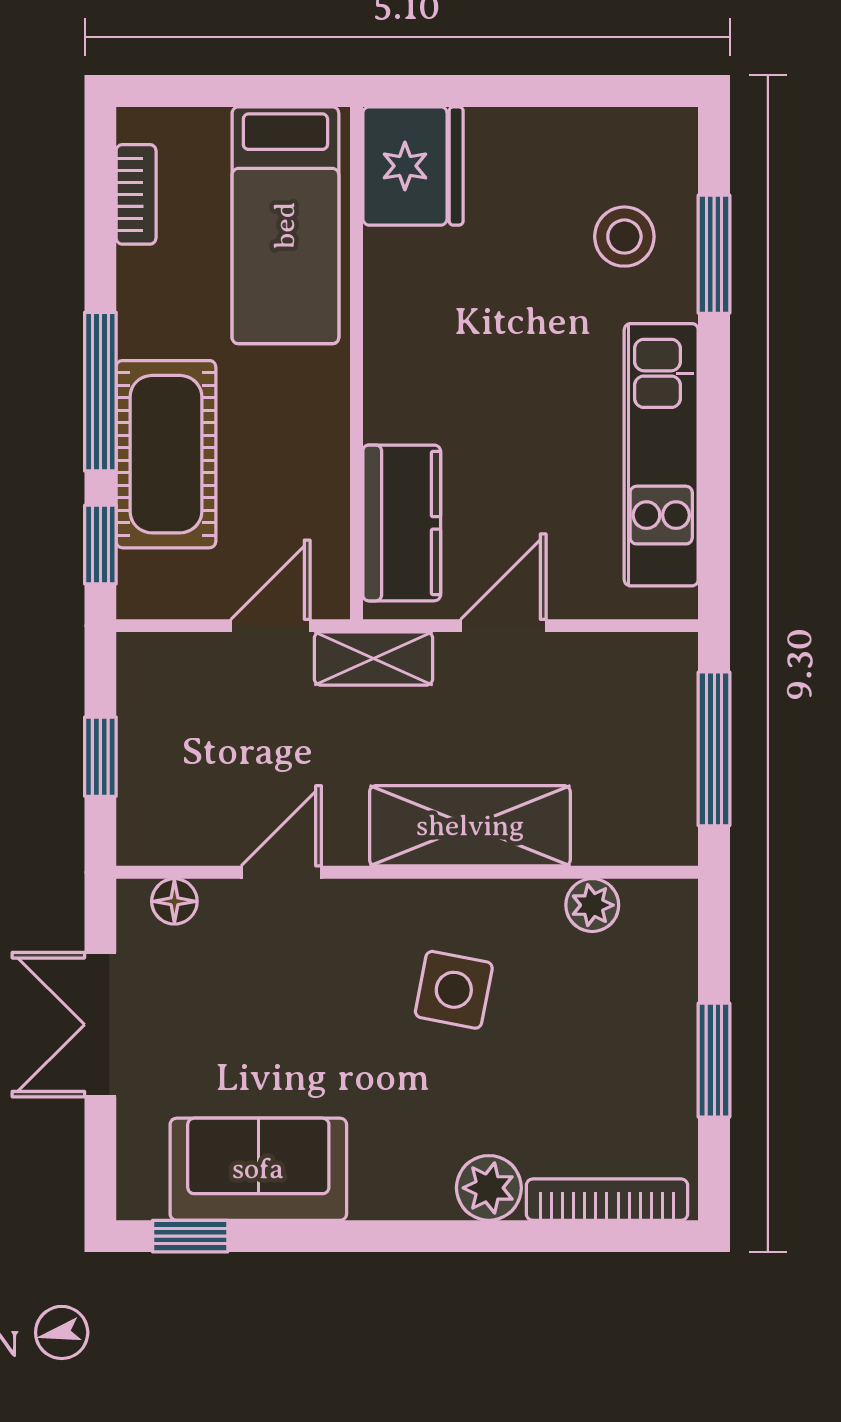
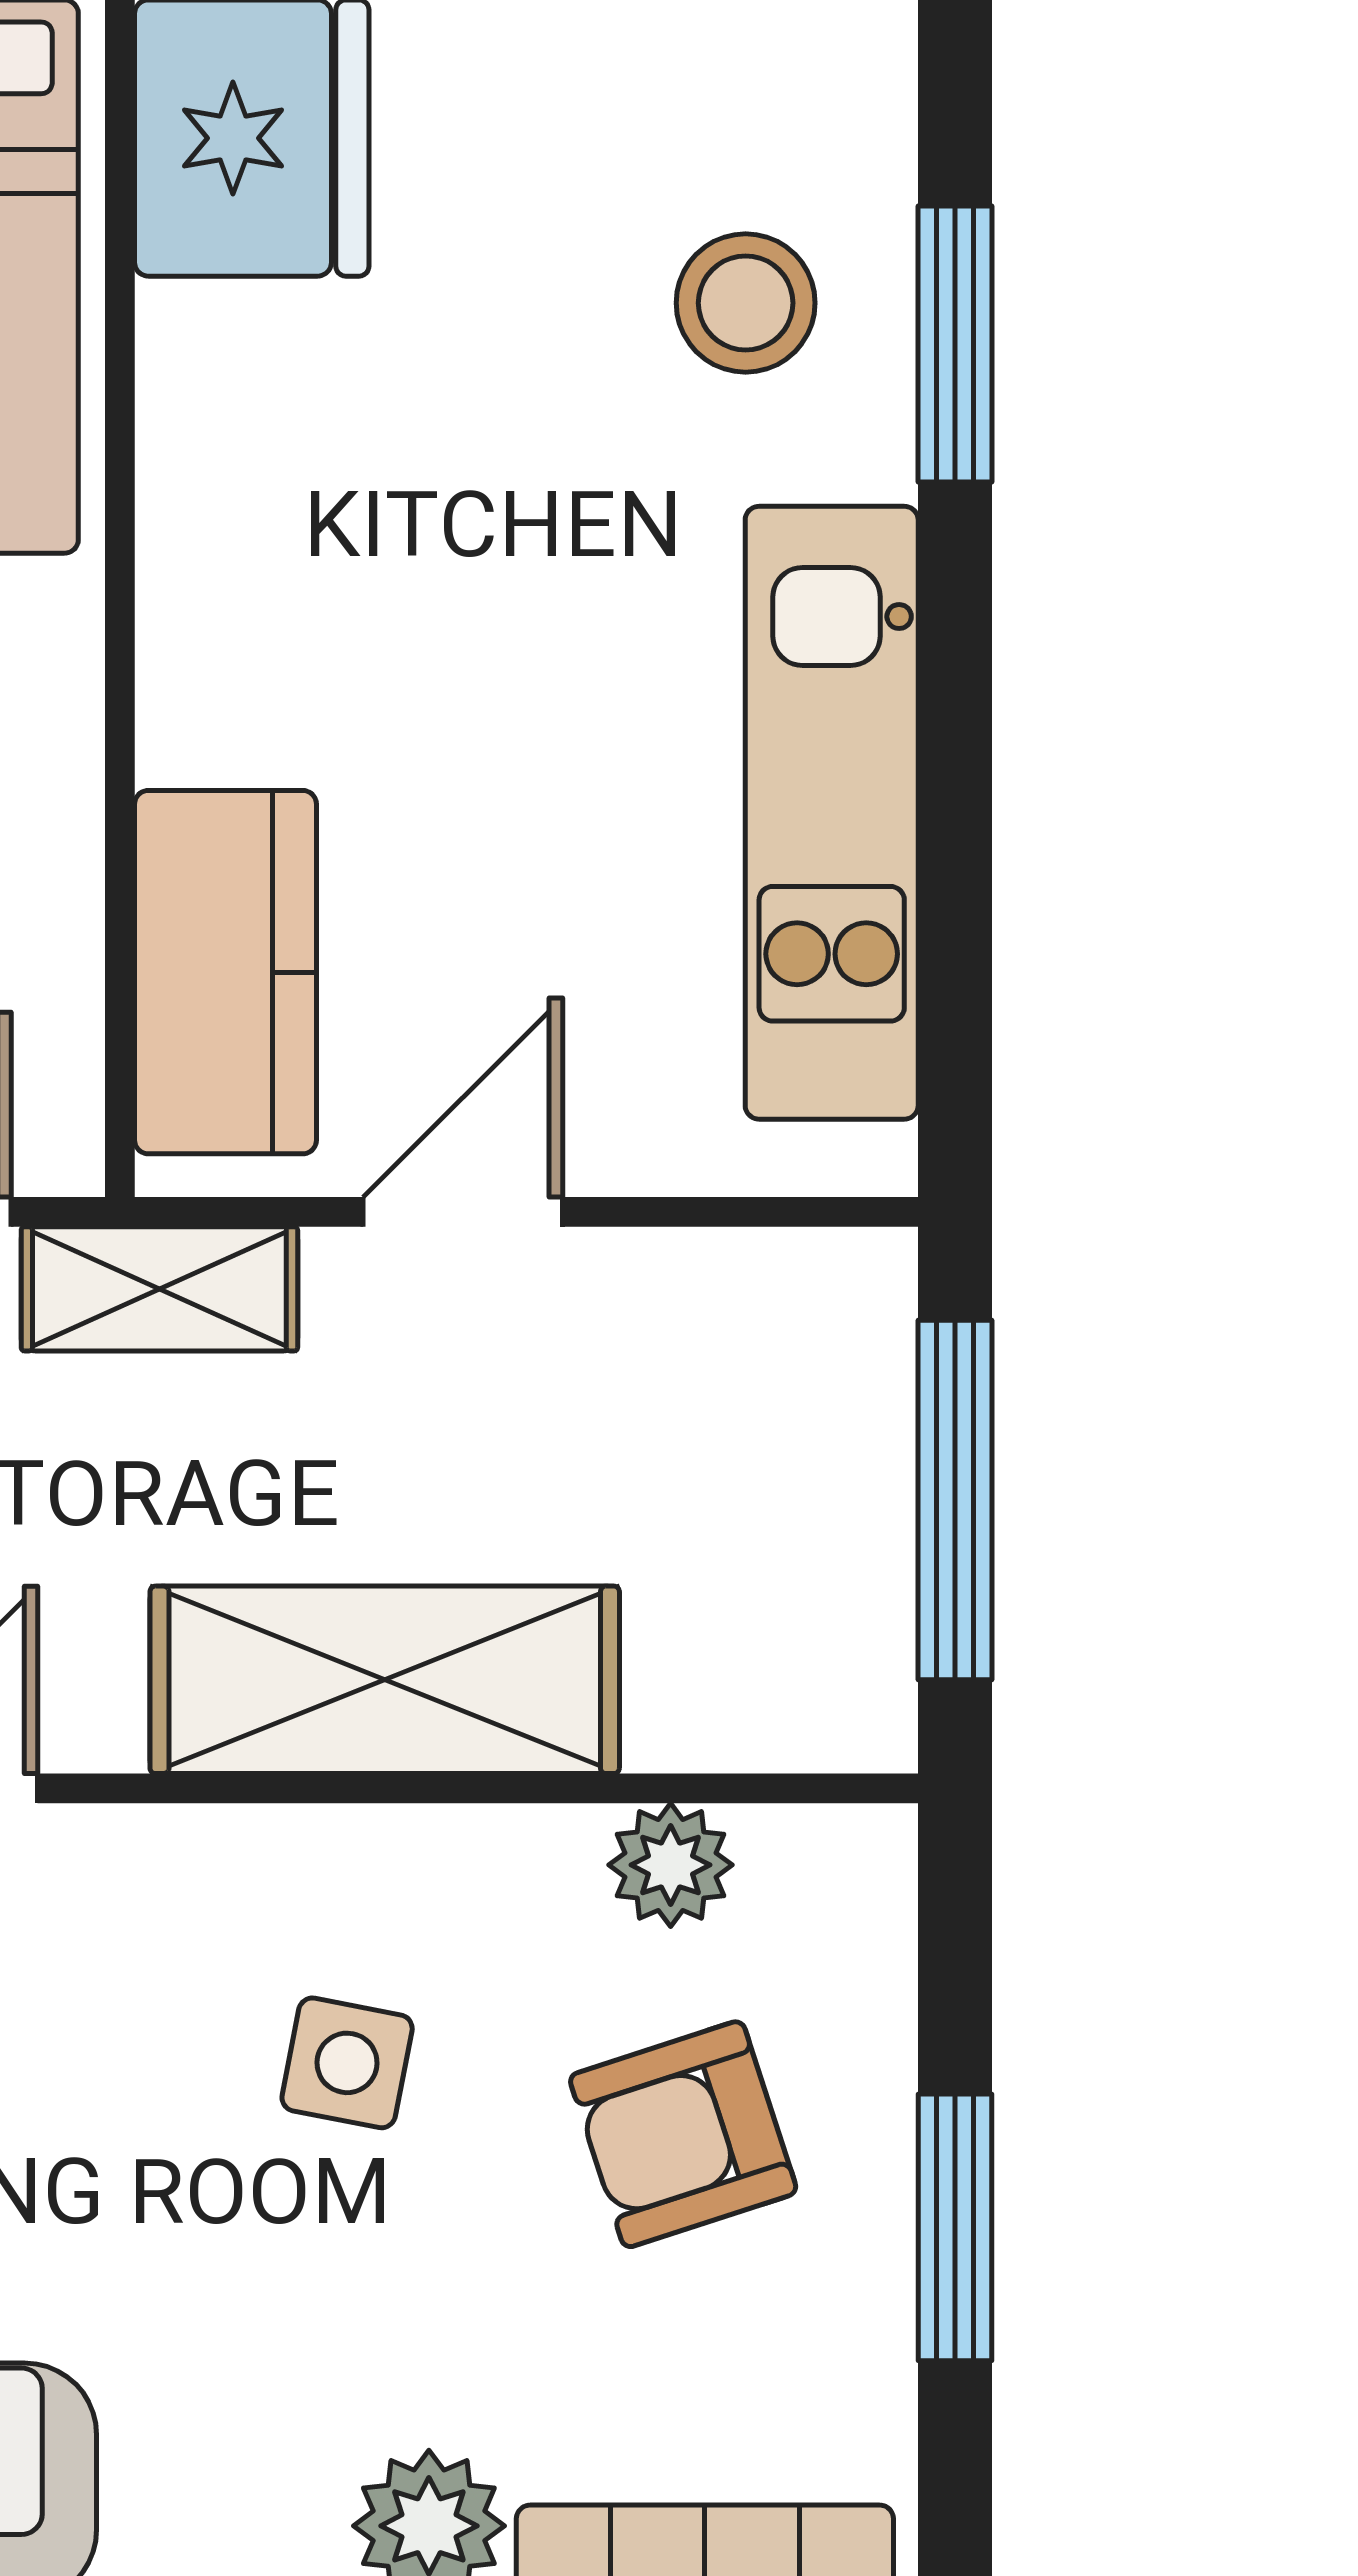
side table: (454, 990) -> (347, 2063), width x0.73, depth x0.73
armchair: (598, 1020) -> (683, 2134), added

